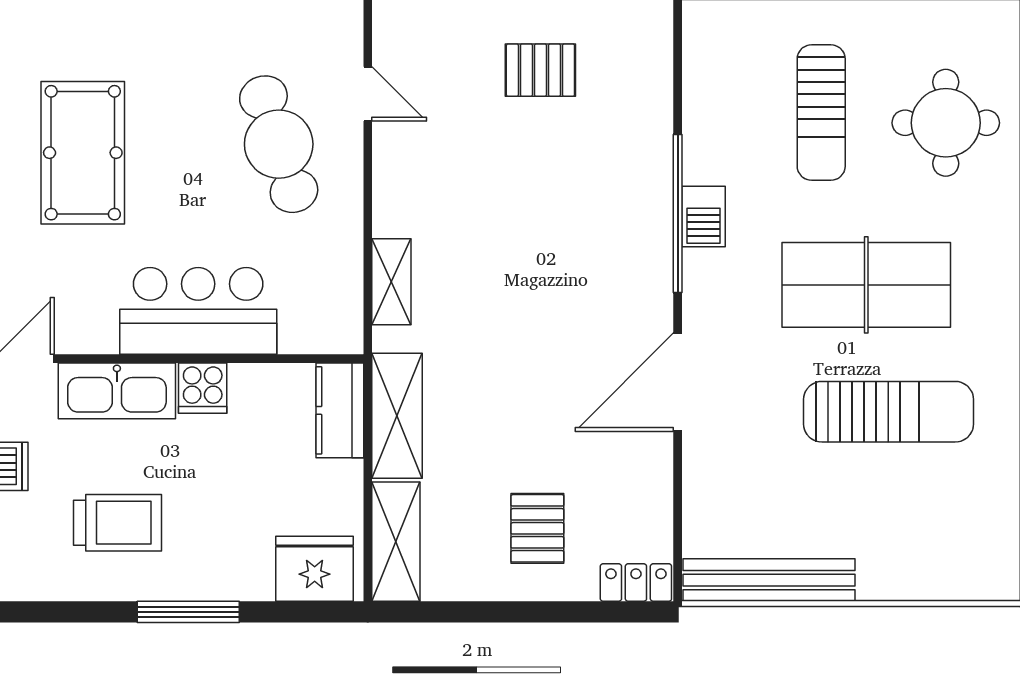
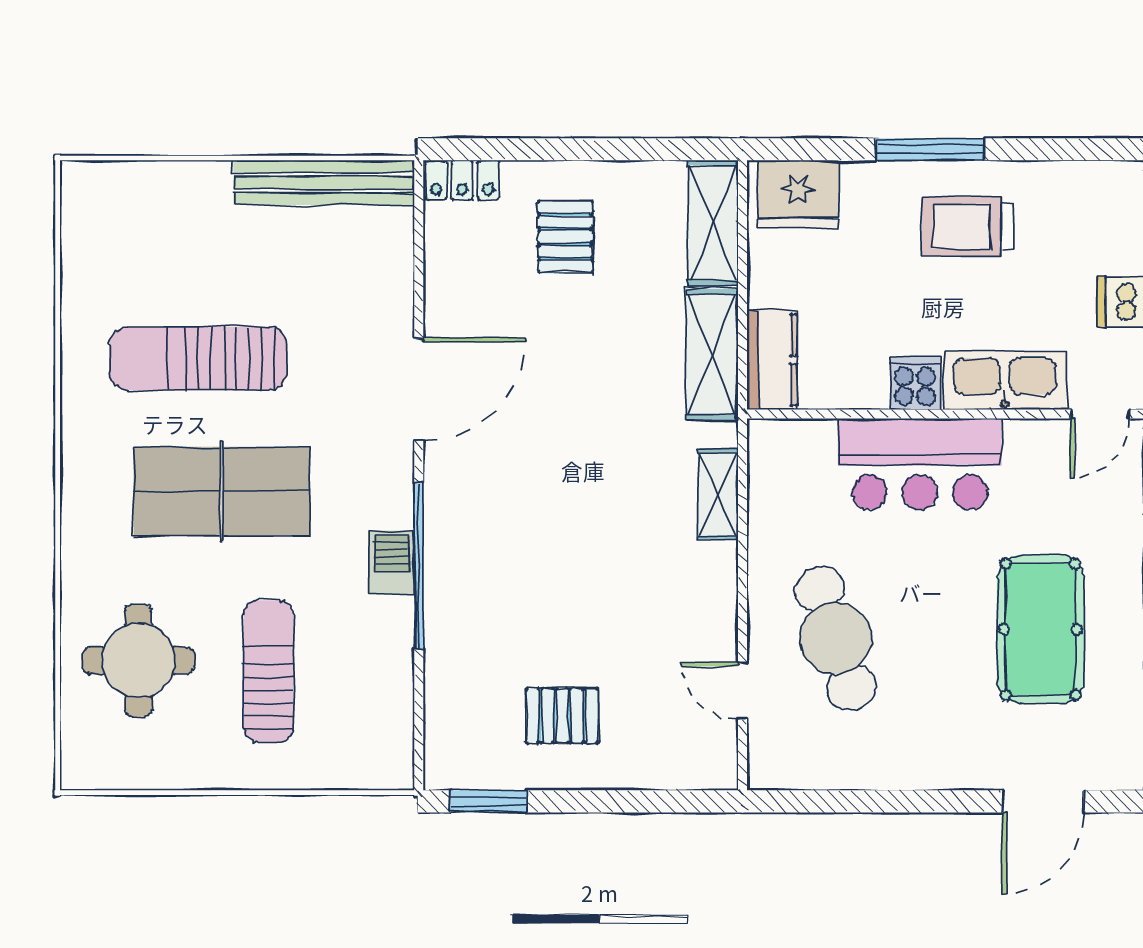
trolley: (118, 523) -> (968, 226), moved

